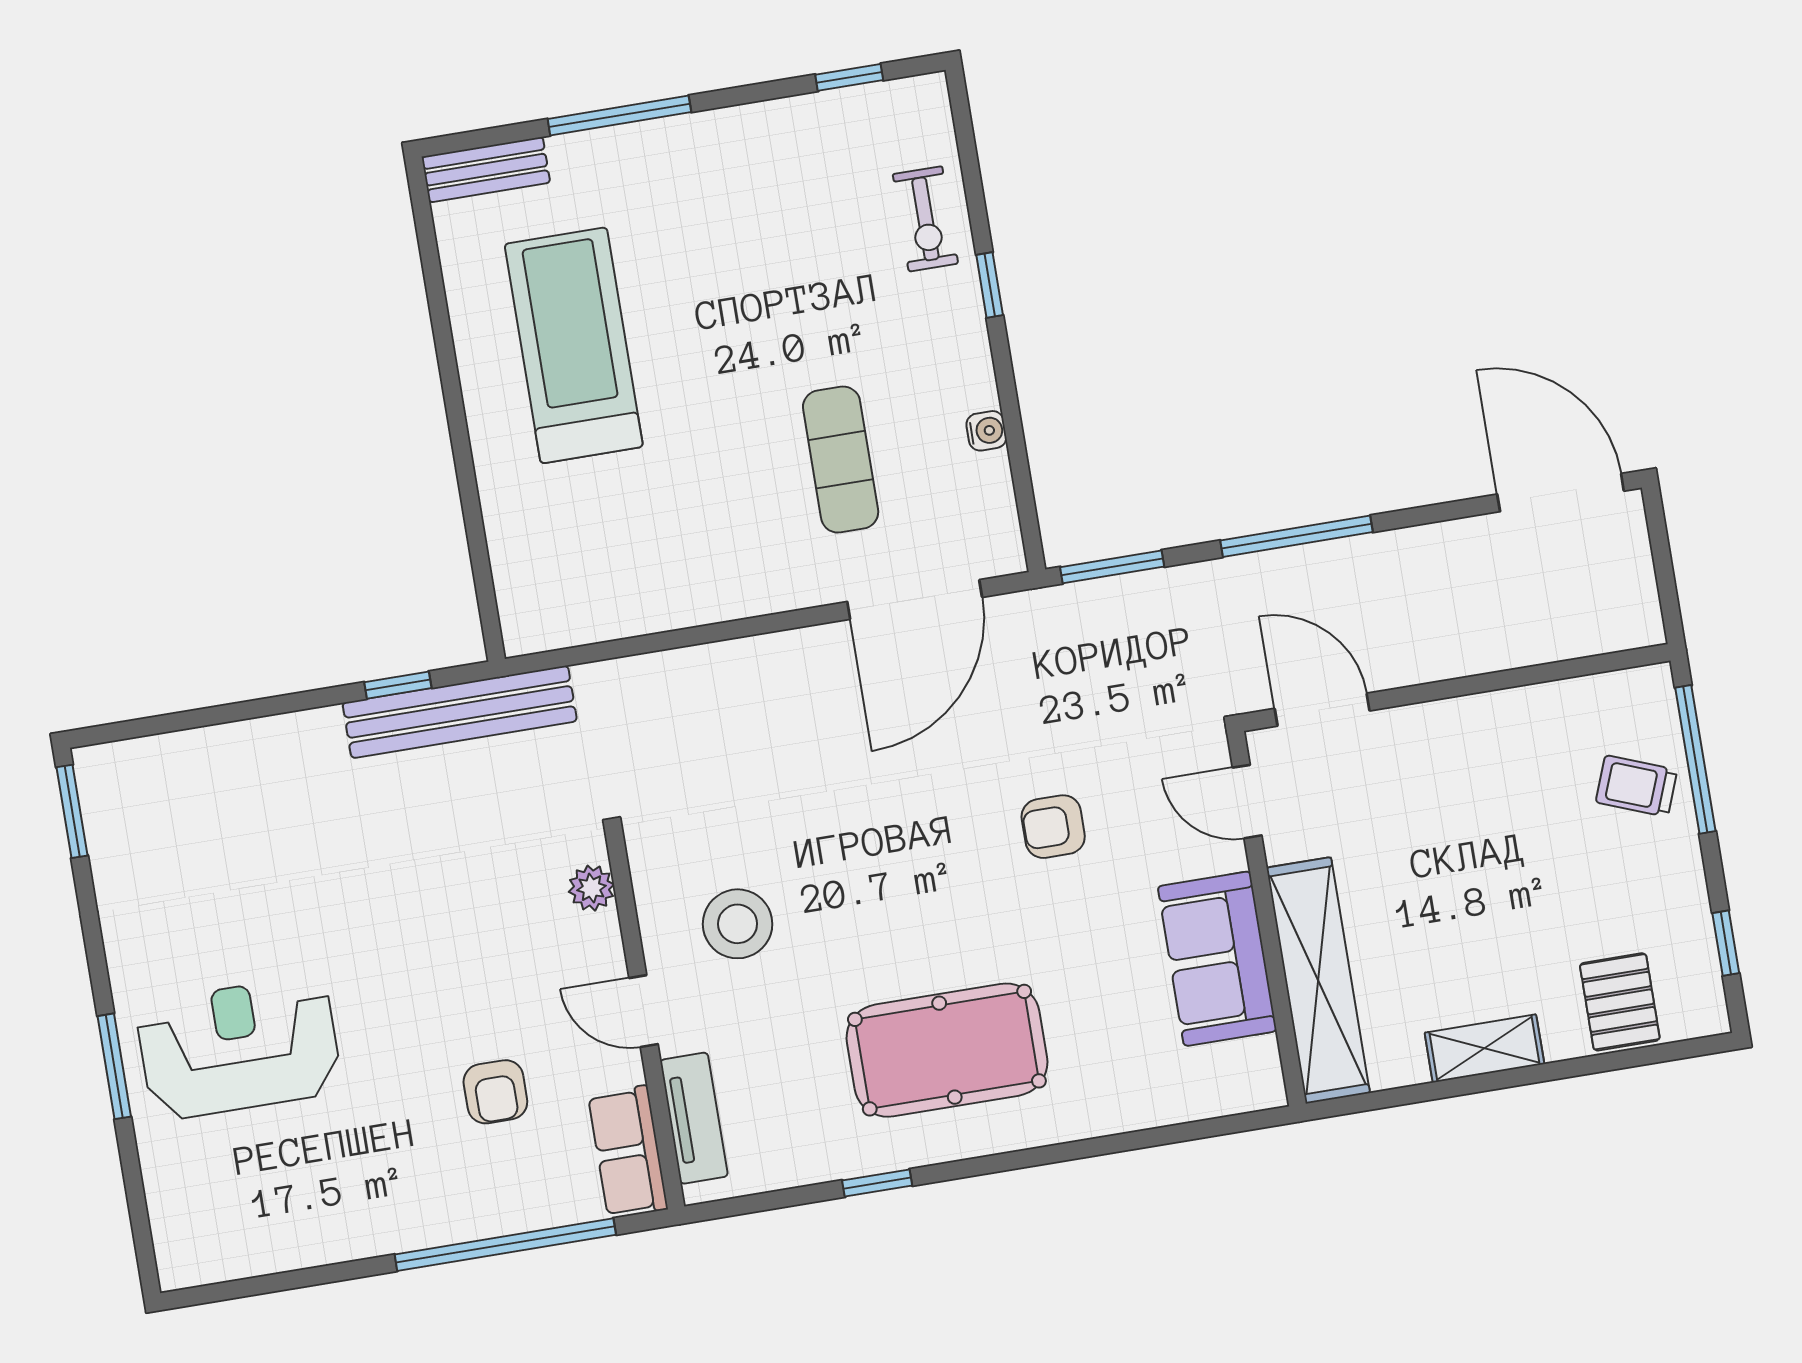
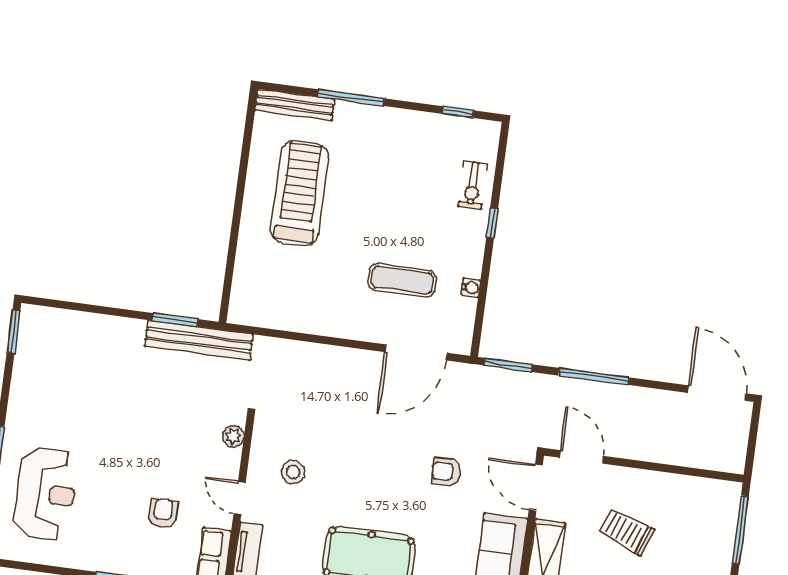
bench: (486, 170) -> (295, 105), width x1.36
exercise mat: (841, 460) -> (402, 280), turned 90
window: (398, 685) -> (175, 320), width x1.50
trolley: (1636, 786) -> (627, 531), moved, width x1.36, depth x1.39
door: (1247, 802) -> (536, 487), width x1.38
stool: (738, 924) -> (293, 472), width x0.73, depth x0.73
reception desk: (239, 1048) -> (45, 494), moved, turned 90
armchair: (495, 1092) -> (163, 513), turned 180

